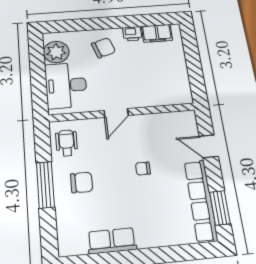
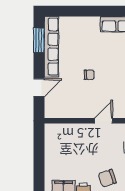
door: (209, 146) -> (39, 88), hinge flipped

